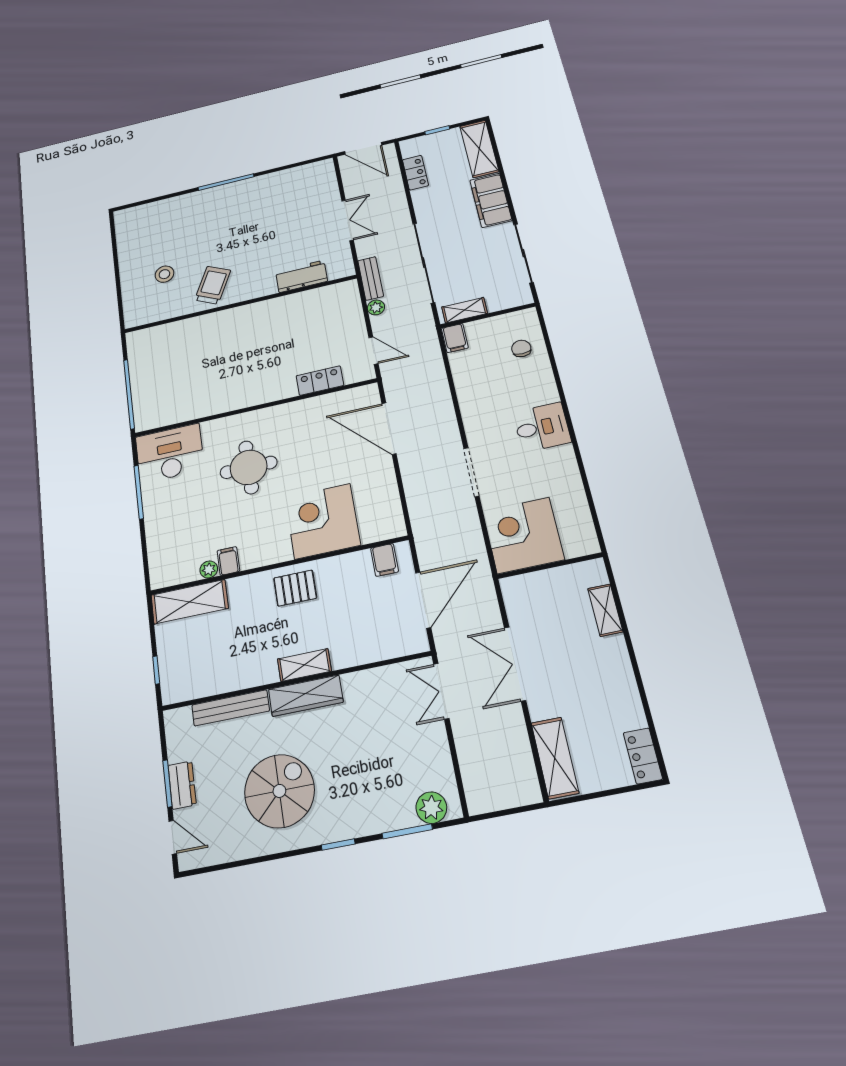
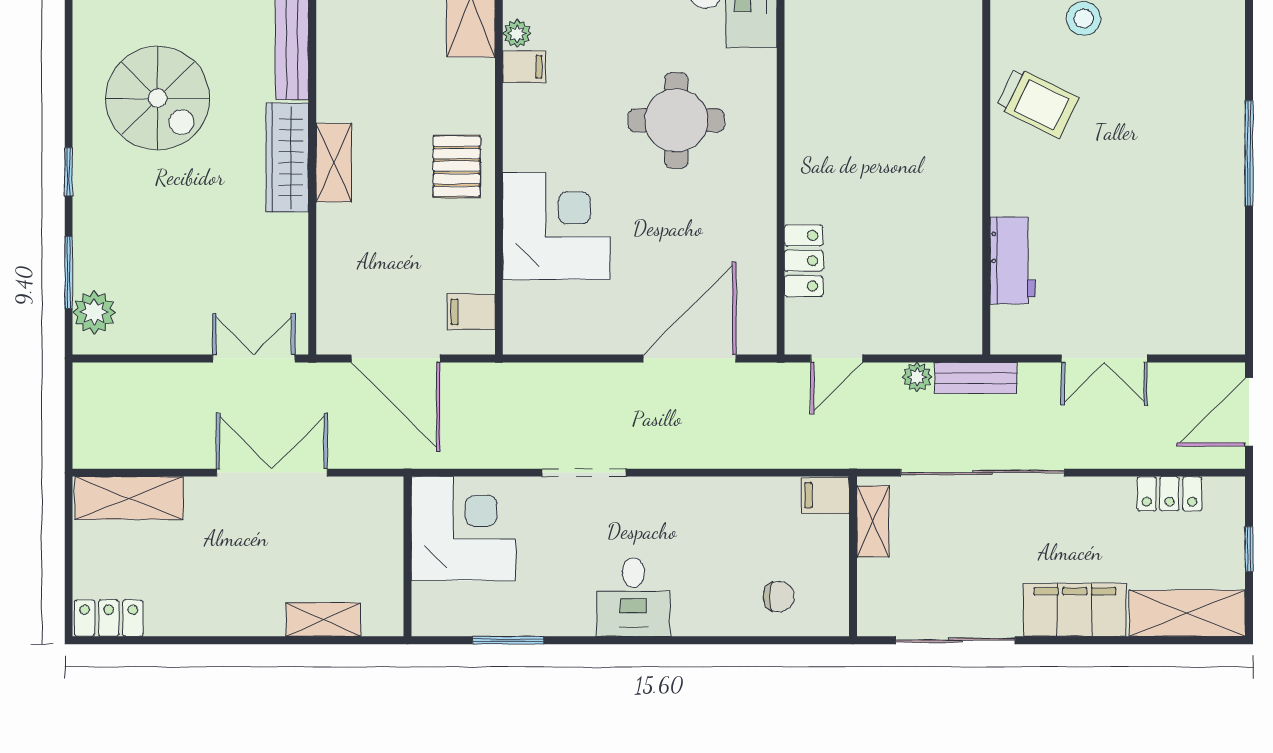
window: (588, 493) -> (508, 640), added

